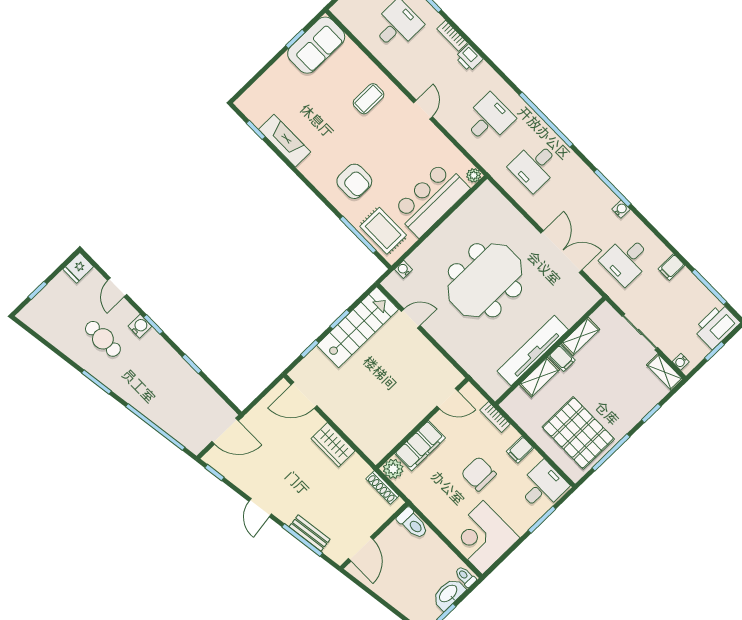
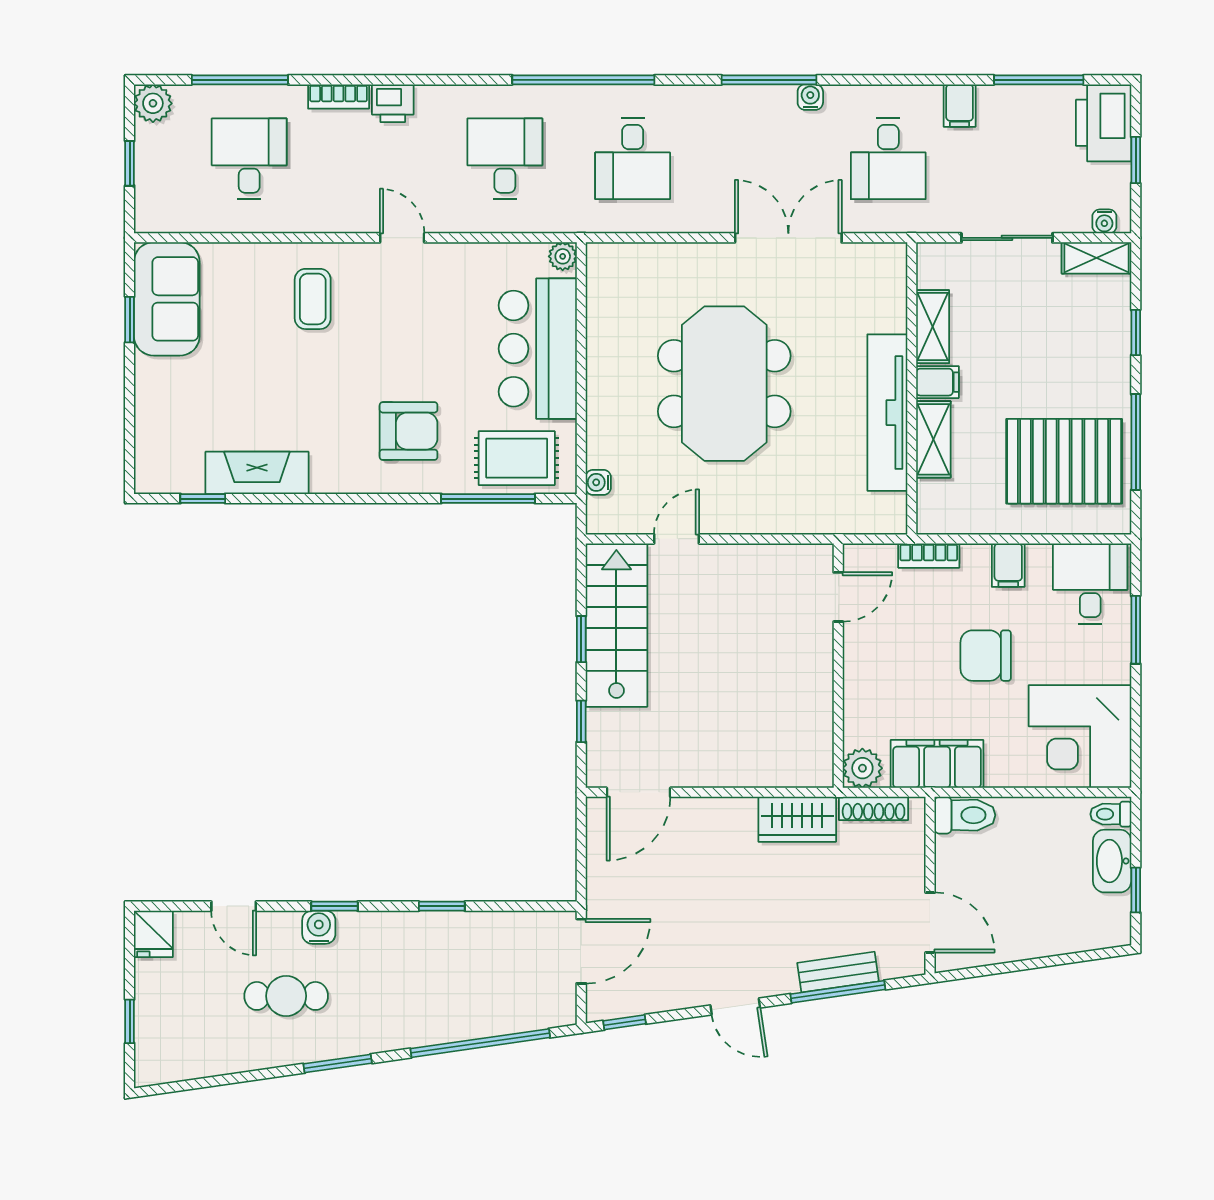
wardrobe: (333, 445) -> (797, 819), moved
filing cabinet: (420, 446) -> (937, 764), moved, turned -90

